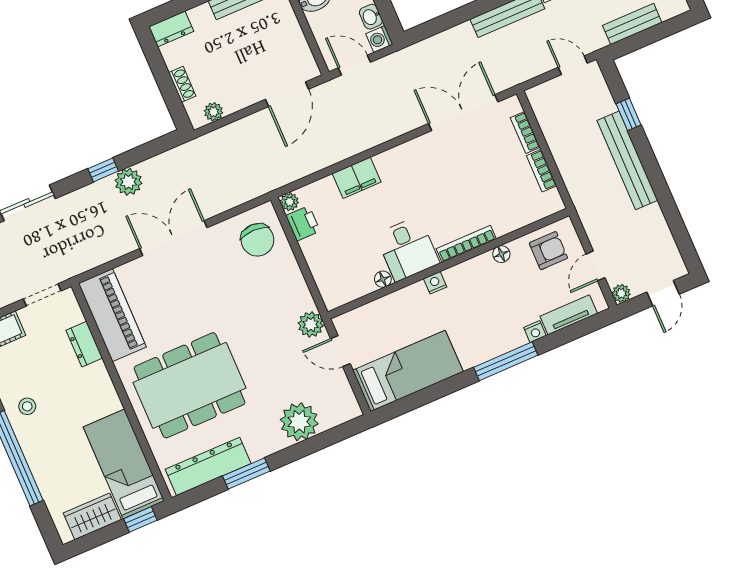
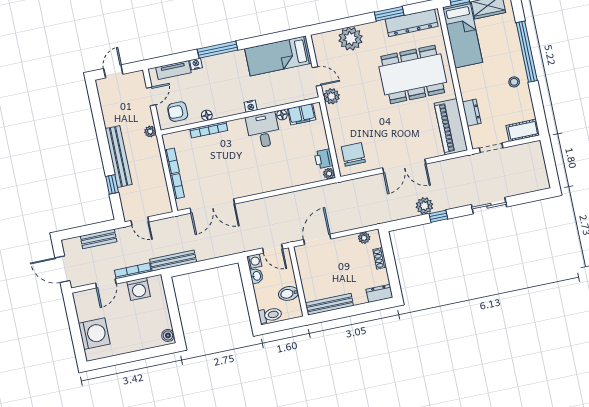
filing cabinet: (357, 178) -> (302, 114), moved, turned 180
bookcase: (466, 244) -> (209, 130), moved
plant: (621, 293) -> (150, 131), moved

